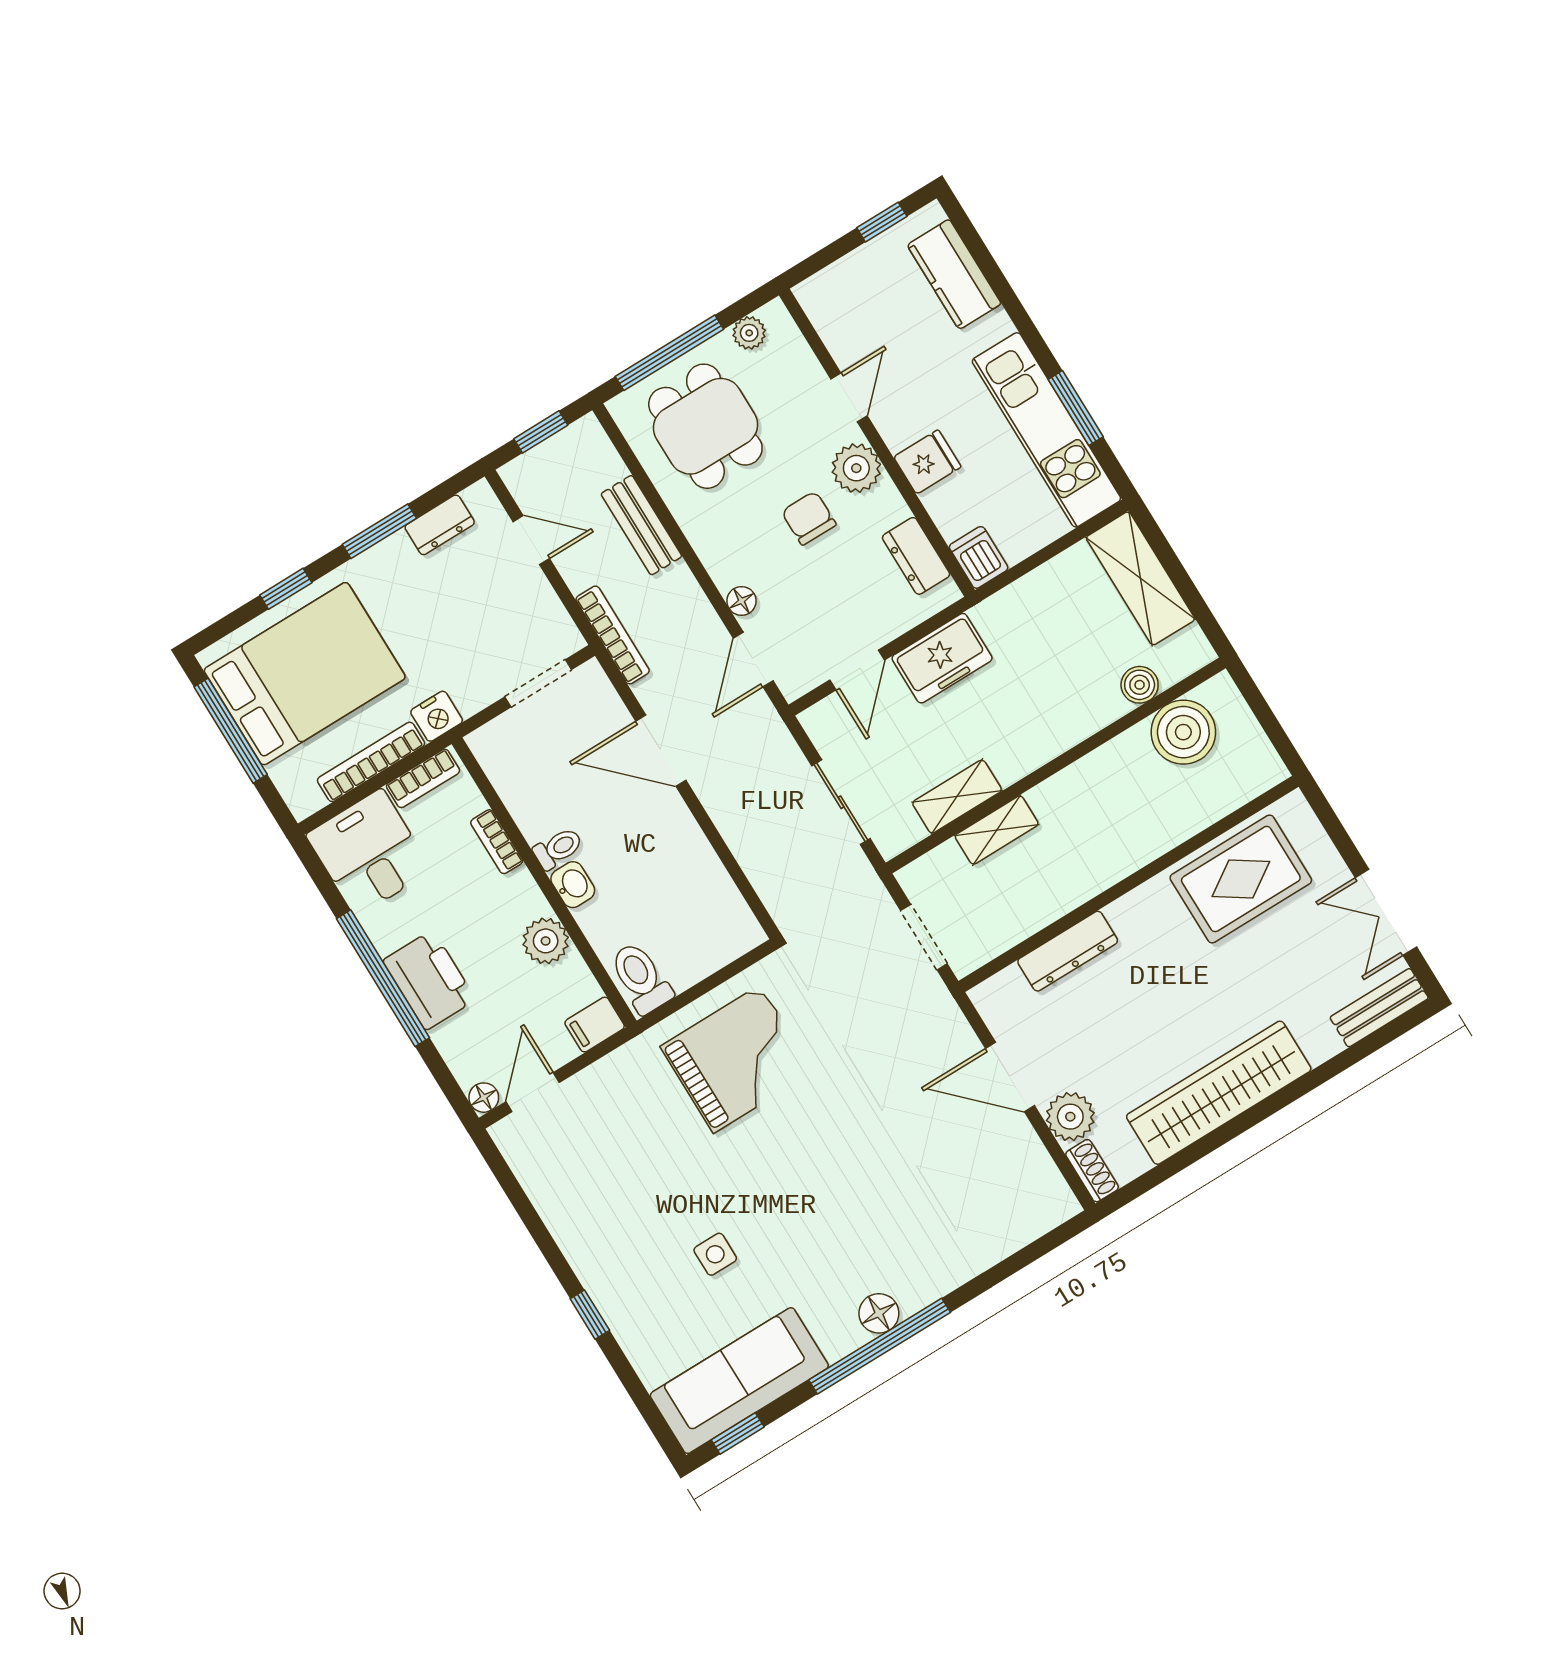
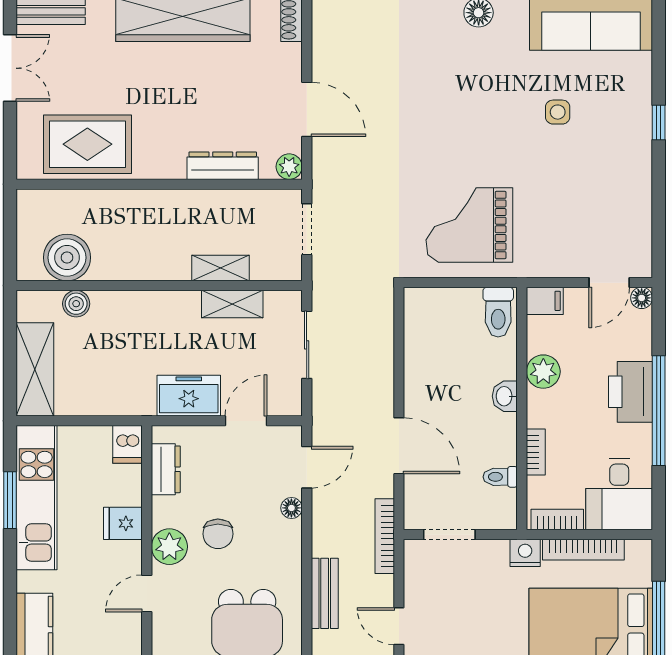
toilet: (558, 848) -> (500, 477), moved
plant: (1070, 1117) -> (289, 167), moved, width x0.73, depth x0.73

